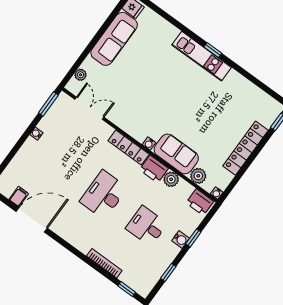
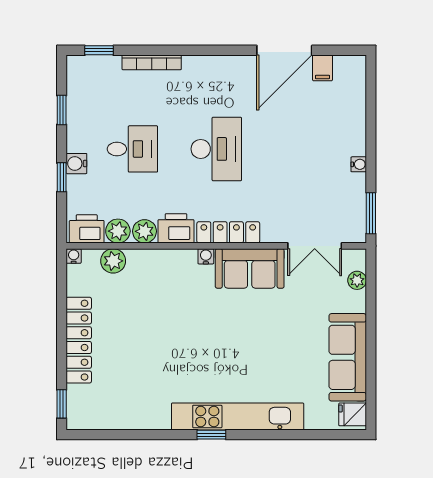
kitchen unit: (202, 56) -> (238, 416), width x1.36
sofa: (176, 154) -> (250, 268), moved
plant: (185, 189) -> (118, 231), added

